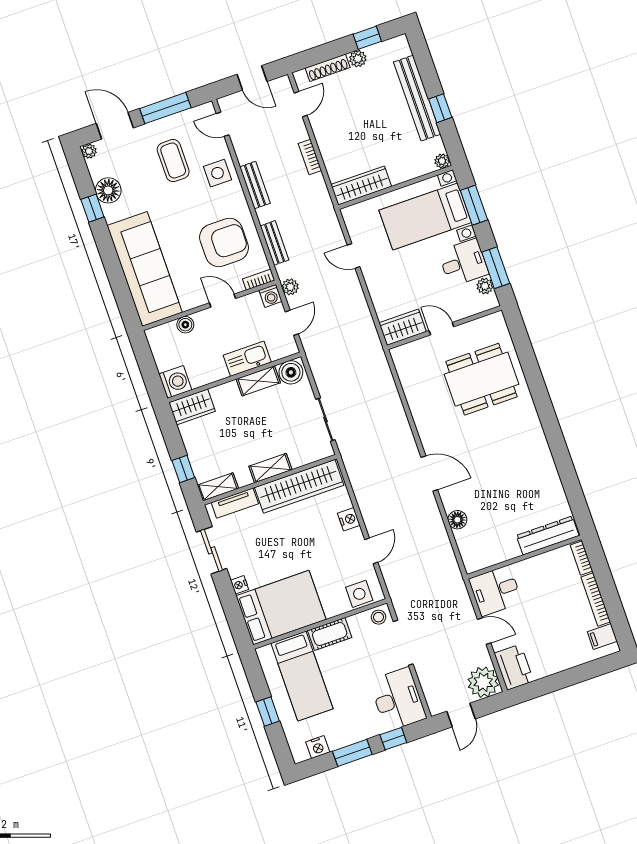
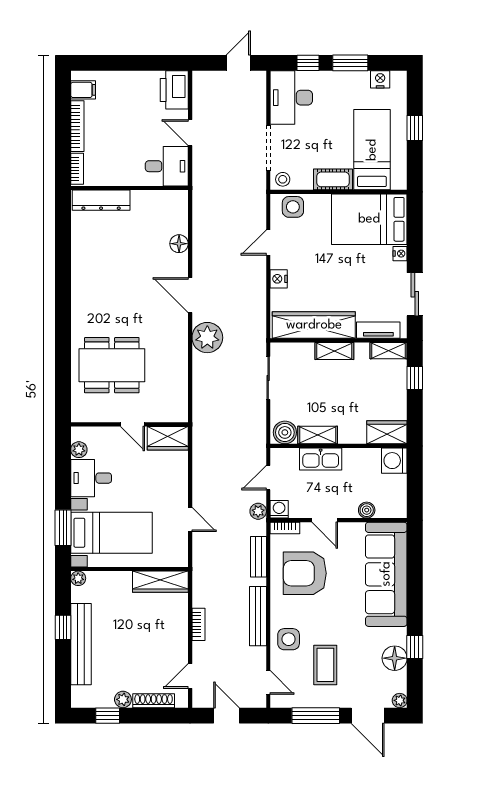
bench: (255, 185) -> (258, 616), width x1.36
window: (496, 268) -> (63, 463), removed
plant: (483, 682) -> (207, 338), moved

